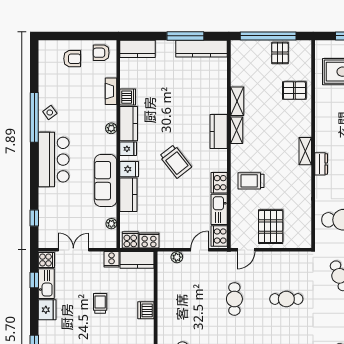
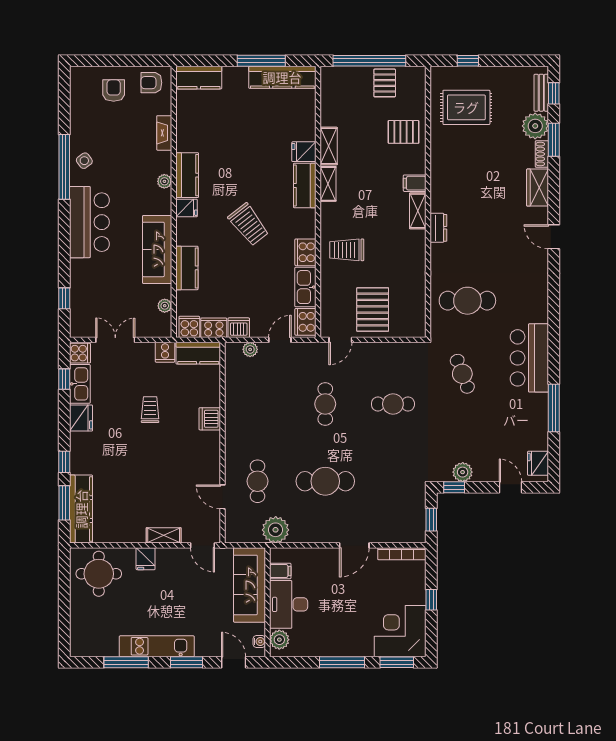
armchair: (72, 59) -> (114, 90), turned -90
dishwasher: (128, 97) -> (239, 328), moved, turned -90
filing cabinet: (303, 130) -> (415, 183), added
fridge: (129, 169) -> (304, 152), moved, turned 180

